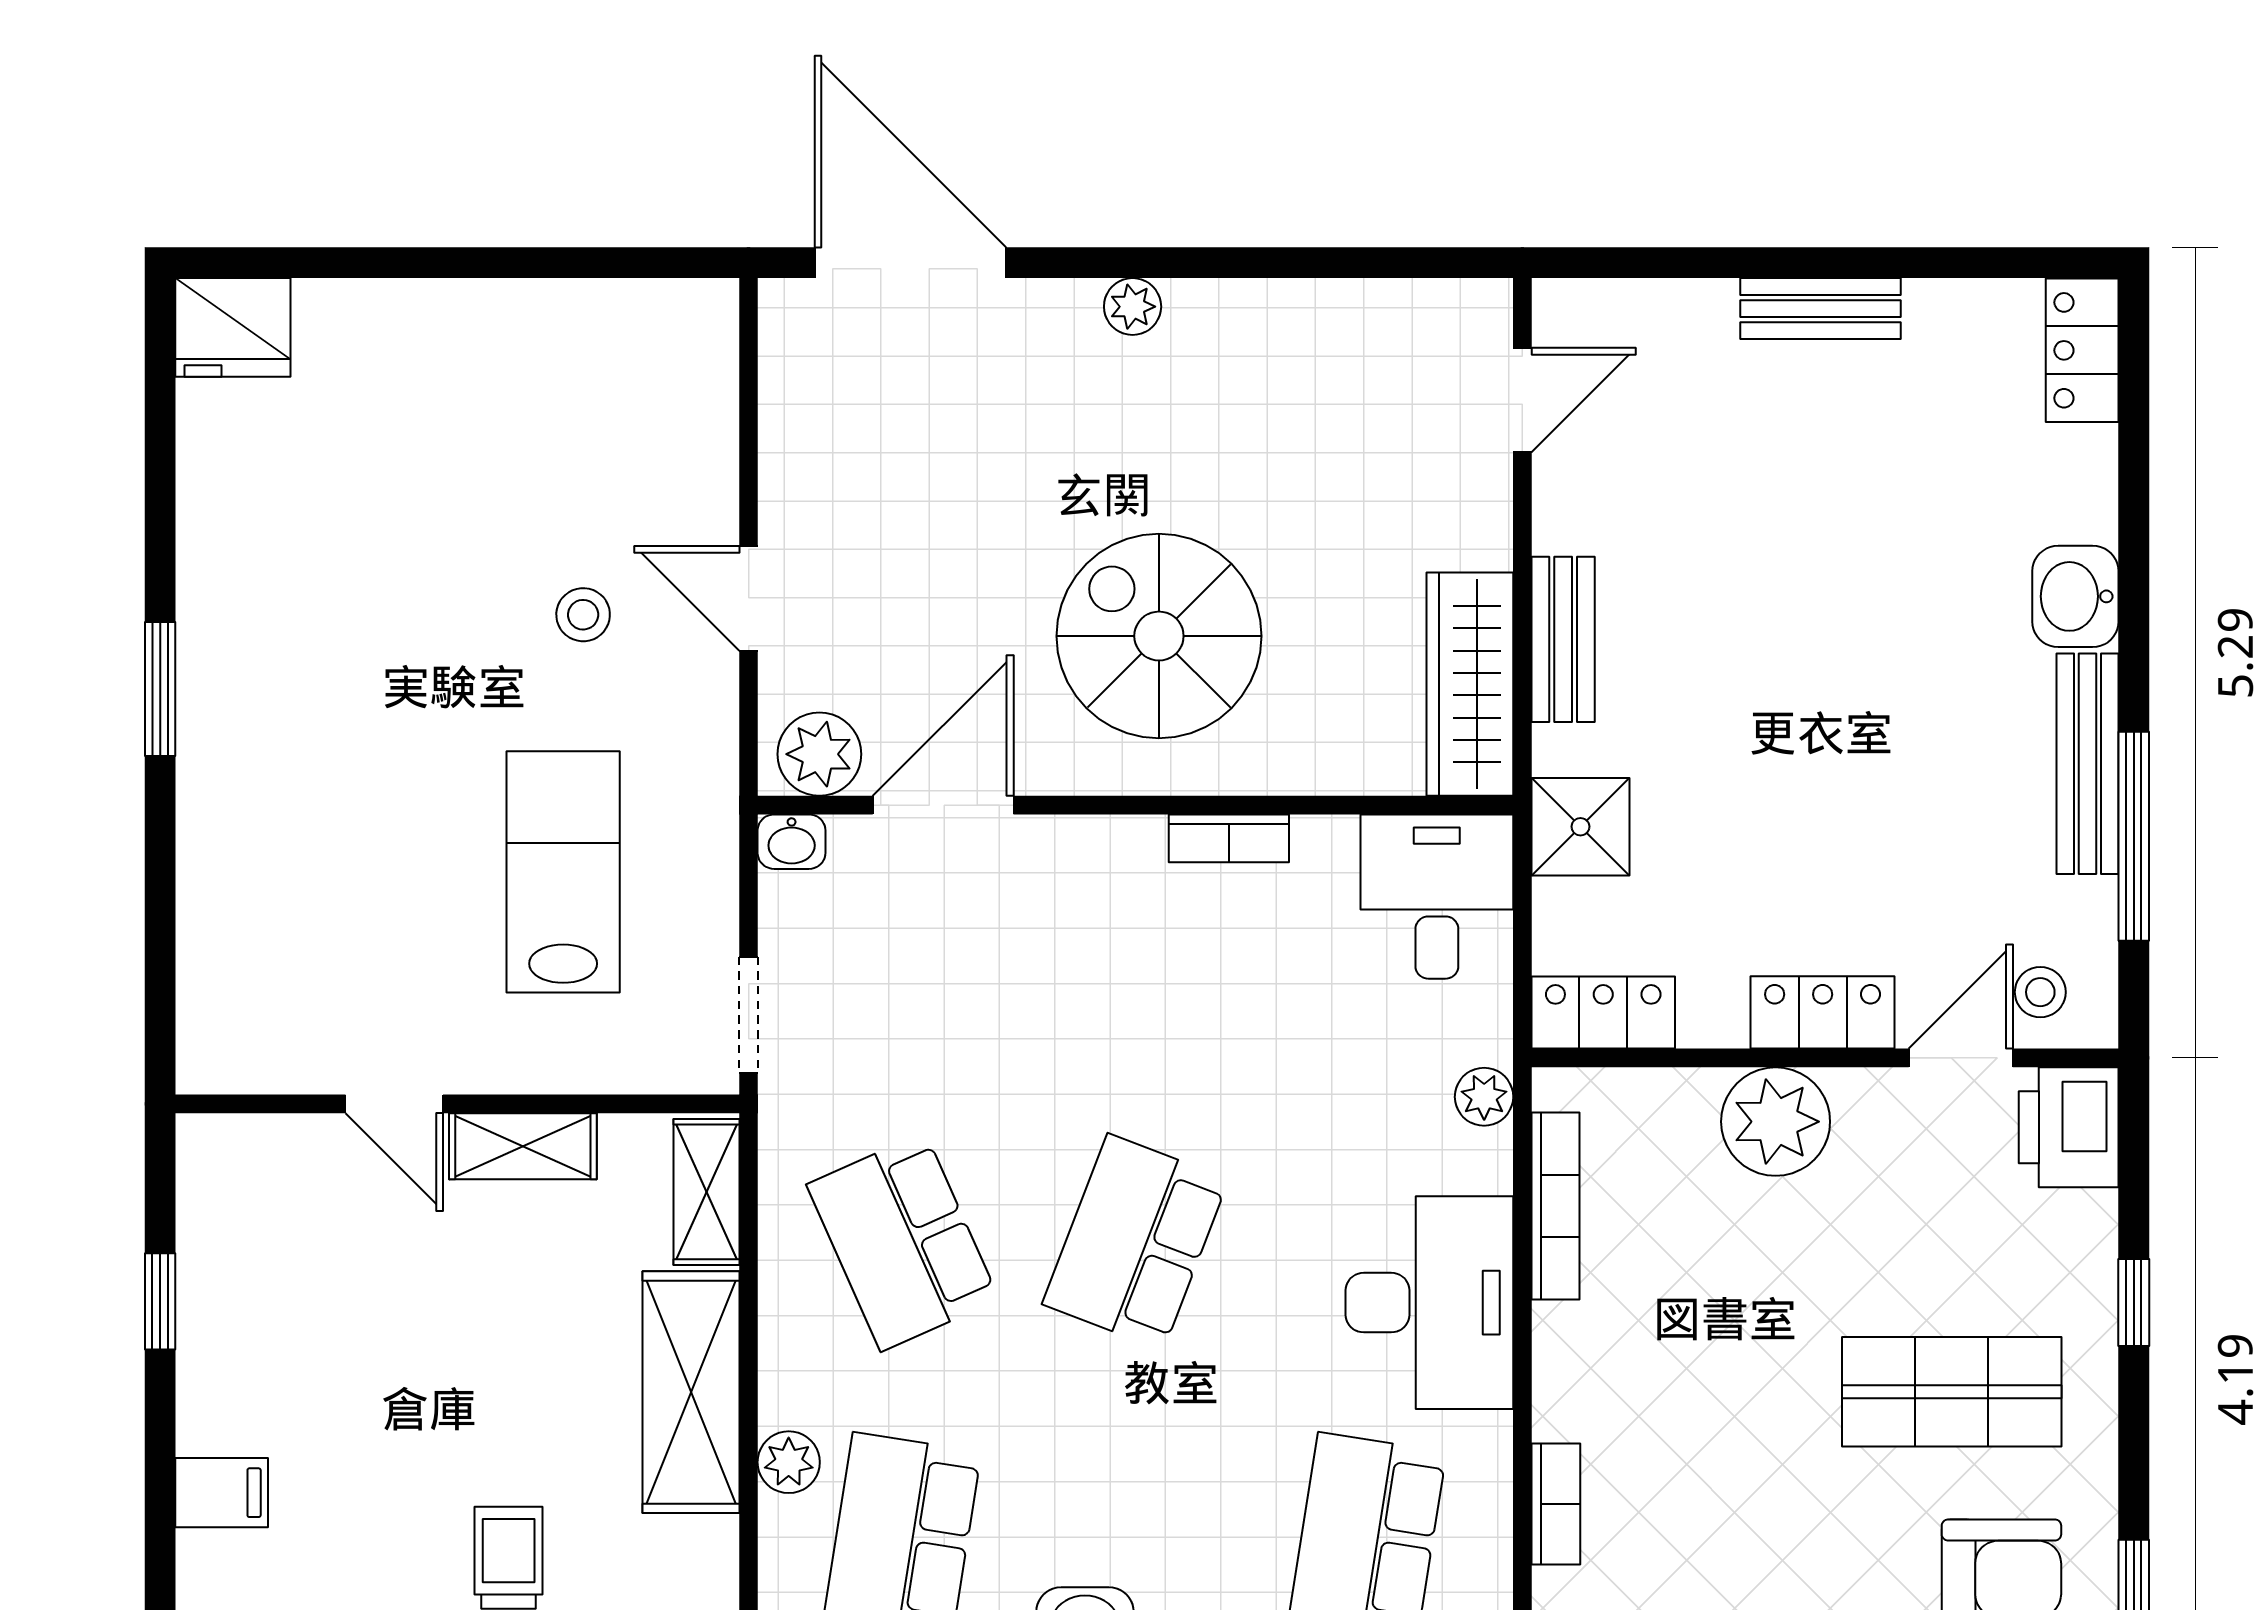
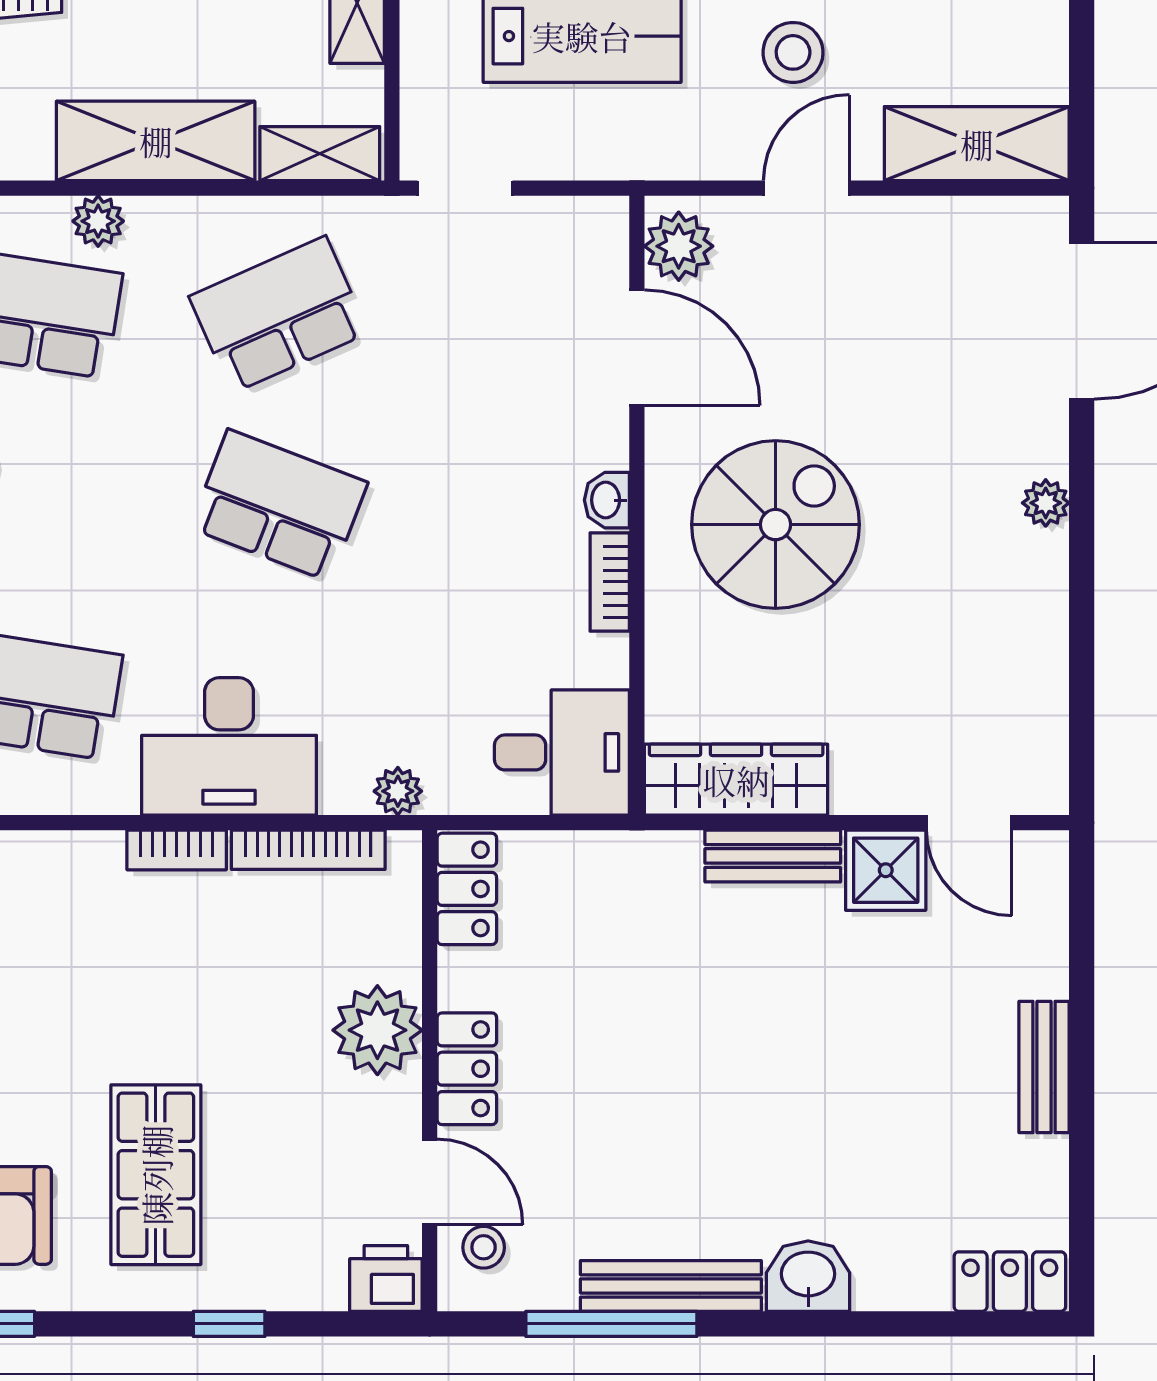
shelving: (694, 391) -> (977, 144), added
stool: (583, 615) -> (793, 52), width x1.37, depth x1.37
shower: (1580, 827) -> (886, 870), moved
washbasin: (792, 842) -> (607, 500), moved
printer: (2069, 1127) -> (386, 1278), width x0.73, depth x0.81
bookcase: (1556, 1504) -> (177, 850), moved

